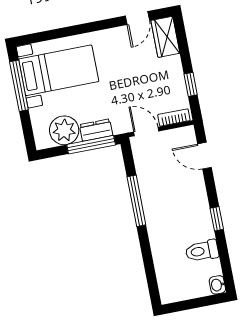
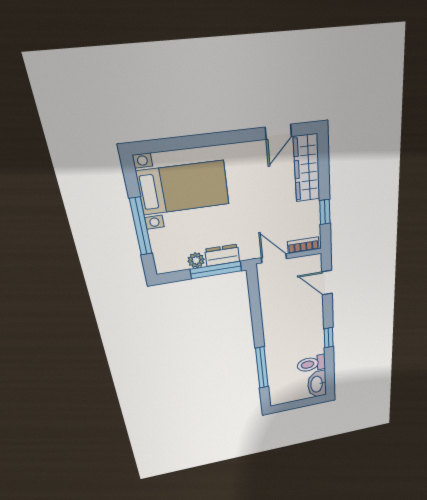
wardrobe: (165, 37) -> (307, 168), width x1.50
window: (19, 86) -> (141, 226), moved
plant: (64, 130) -> (196, 260), width x0.53, depth x0.53
window: (136, 201) -> (262, 368), moved
washbasin: (217, 285) -> (317, 384), width x1.91, depth x1.45

